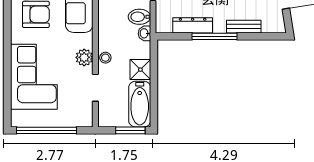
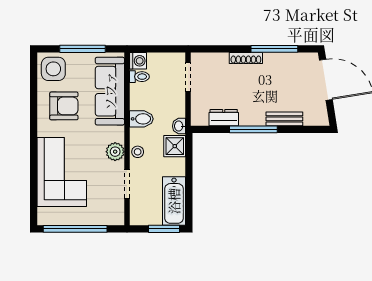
bidet: (139, 17) -> (141, 119), moved, turned 180
dresser: (193, 25) -> (224, 118), width x0.70
shower: (140, 70) -> (175, 146), moved

